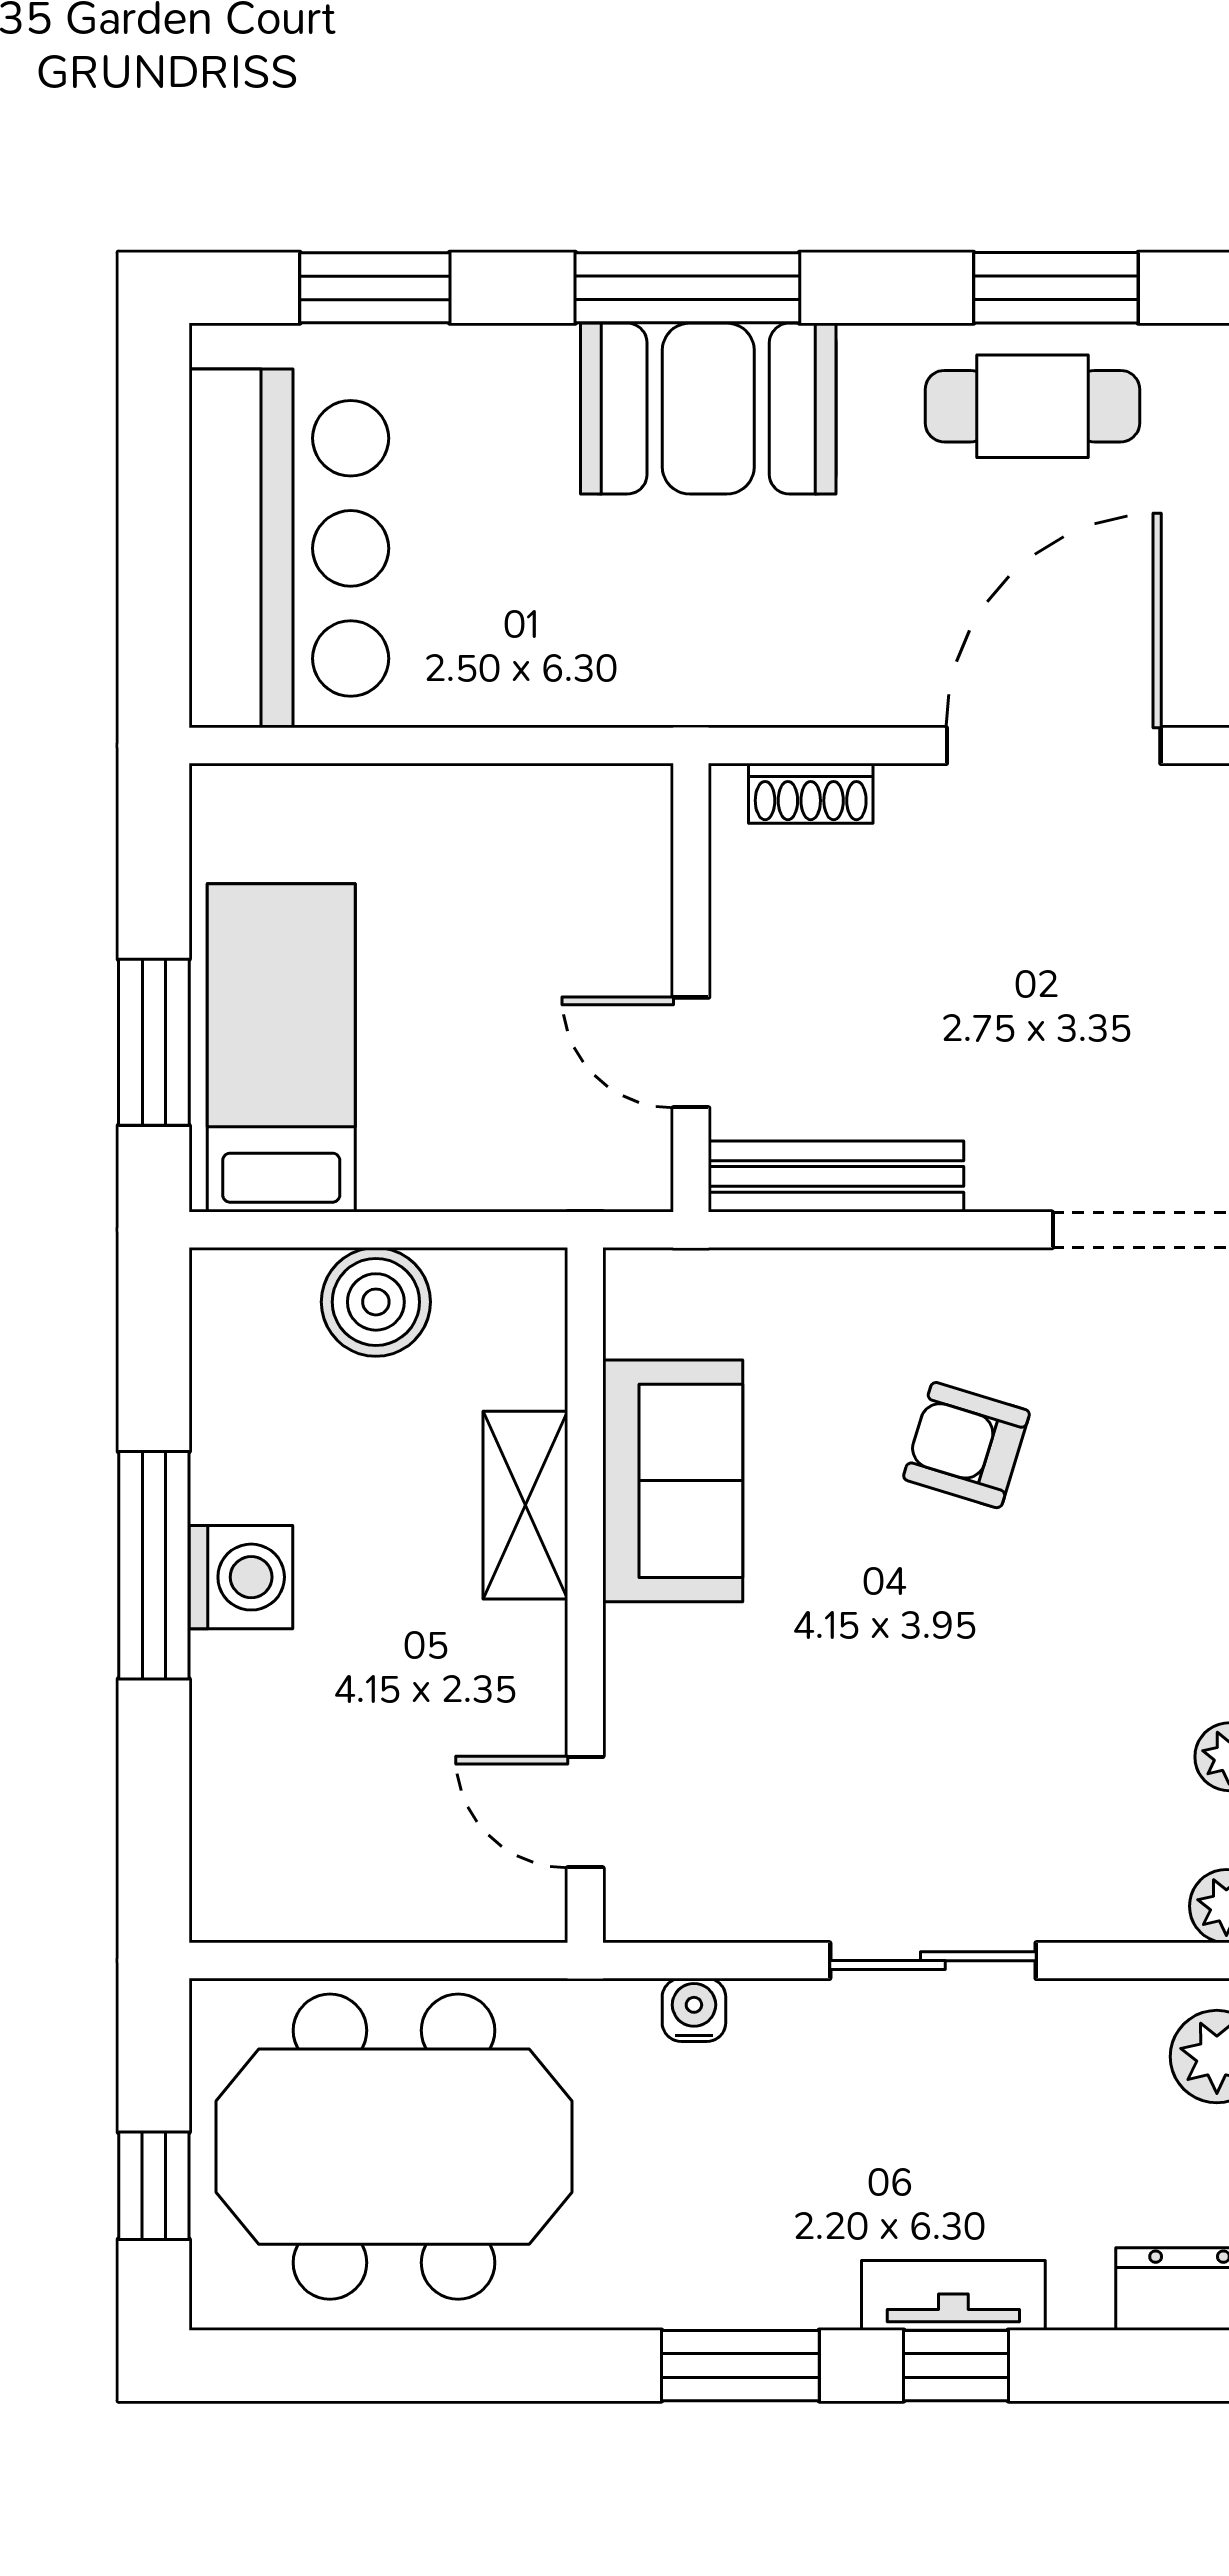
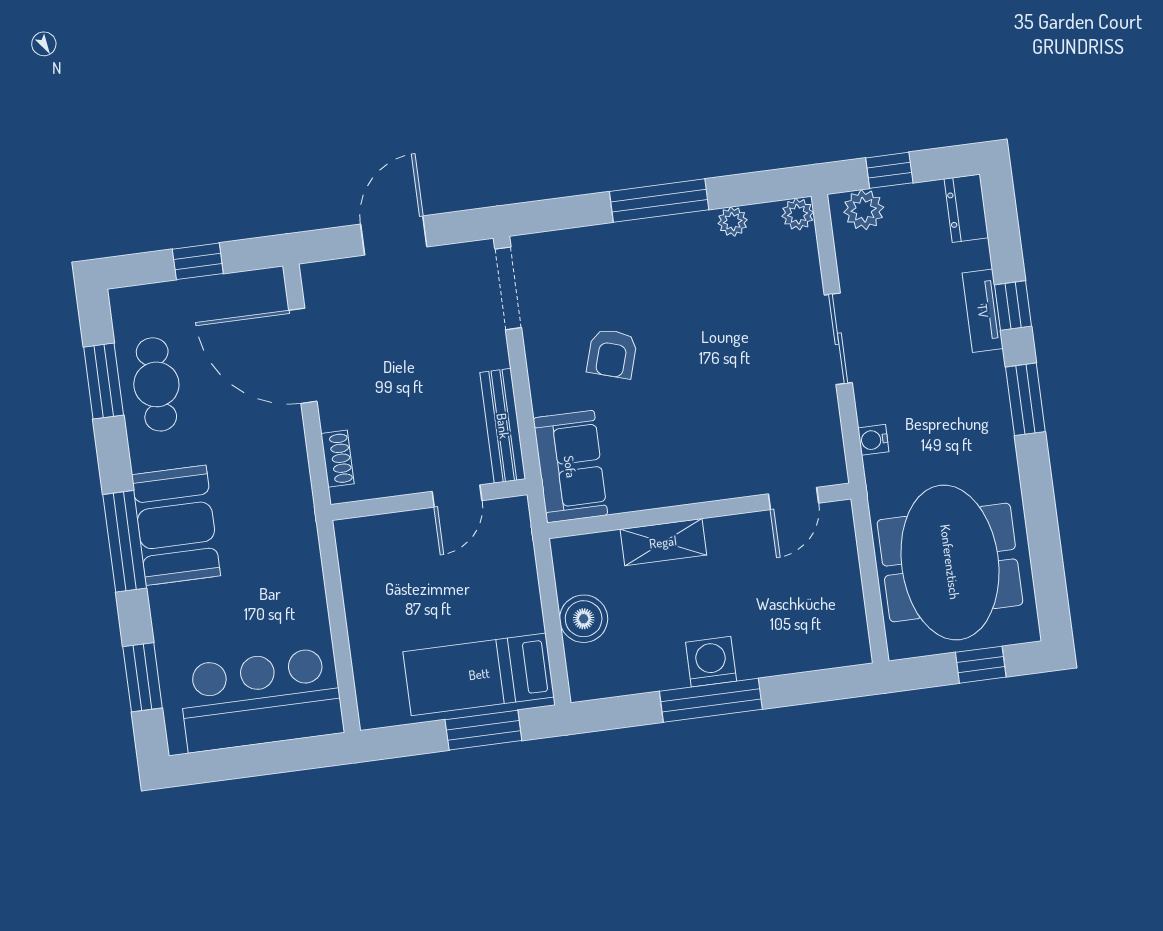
sofa: (673, 1481) -> (570, 467), moved, turned 90

